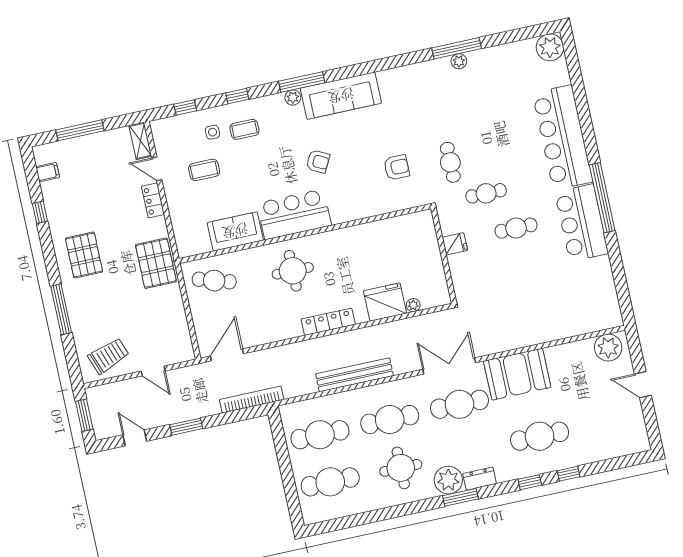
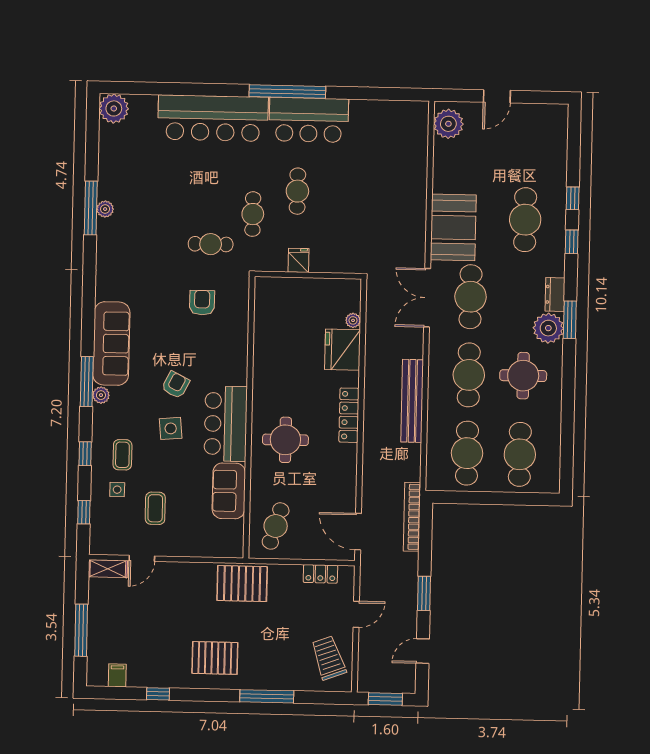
side table: (278, 166) -> (171, 428), added
locker: (153, 200) -> (320, 574), moved

